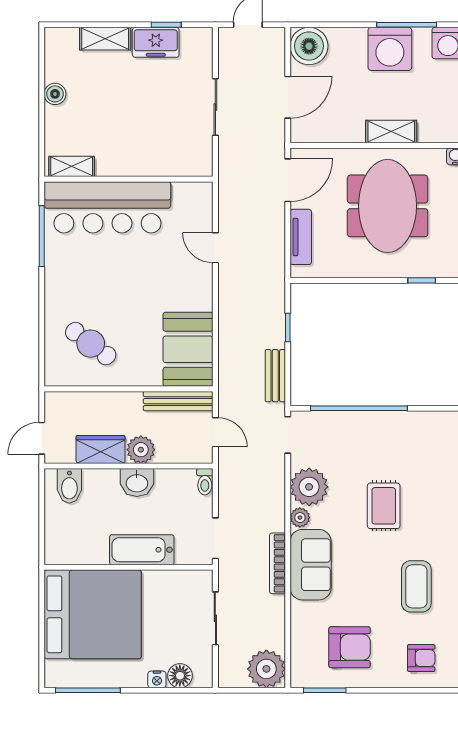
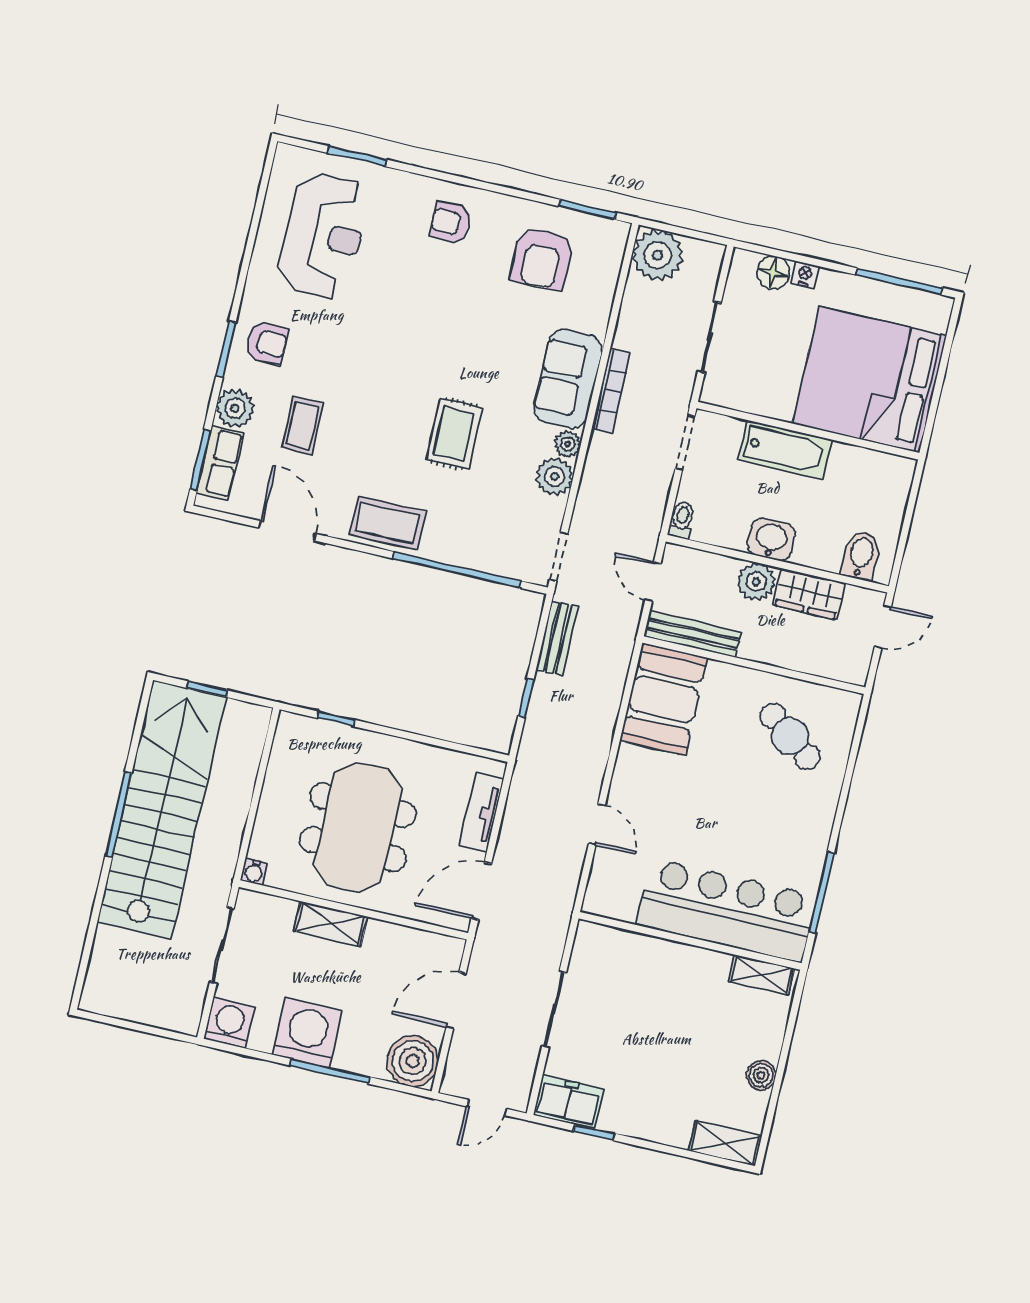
window: (407, 25) -> (330, 1071), moved
shelving: (105, 39) -> (725, 1143), moved
freezer: (156, 42) -> (568, 1102), moved
plant: (309, 487) -> (554, 476), width x0.73, depth x0.73
coffee table: (416, 586) -> (387, 523), moved, turned 90
armchair: (350, 647) -> (542, 259), turned -90

